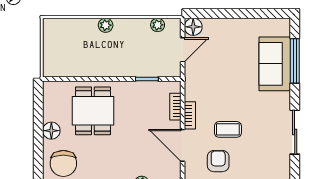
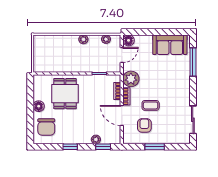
plant: (106, 25) -> (83, 39), moved
sofa: (275, 64) -> (170, 45), moved, turned -90
plant: (197, 88) -> (131, 79), added
sliding door: (295, 132) -> (193, 120), moved

